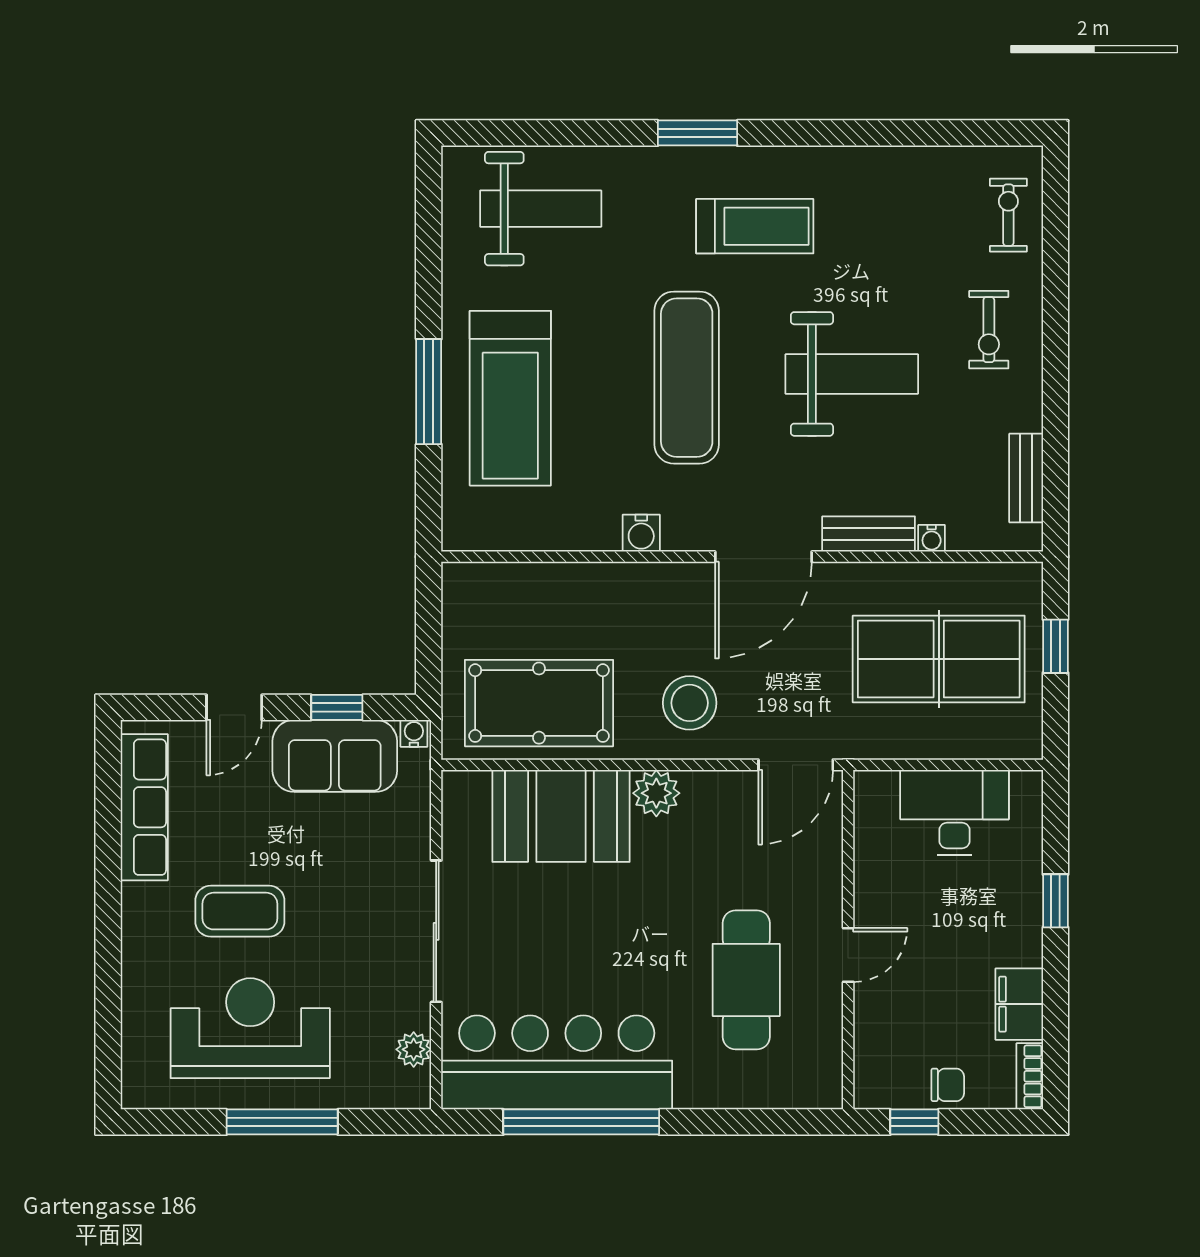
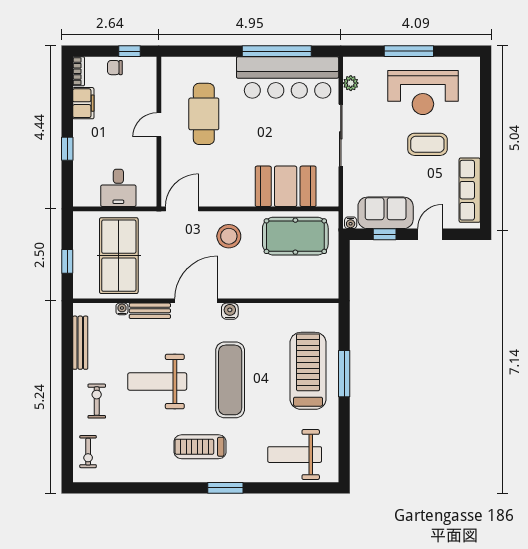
bench: (1026, 478) -> (80, 343), width x1.36
water cooler: (641, 533) -> (230, 311), moved
table tennis table: (939, 659) -> (119, 256), turned 90
plant: (656, 793) -> (244, 196), removed
desk: (954, 812) -> (118, 188), width x0.73

